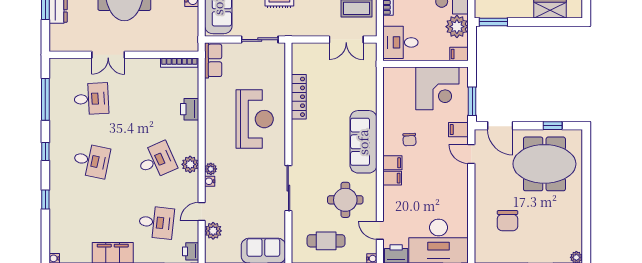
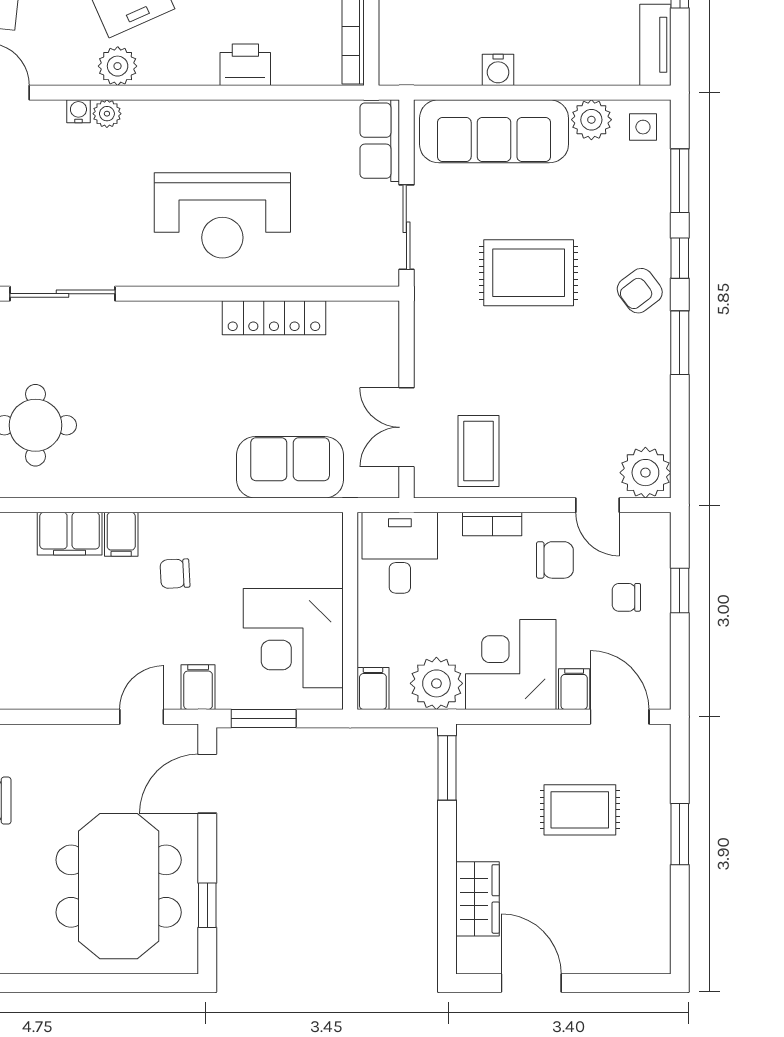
row of seats: (213, 60) -> (380, 141), moved, turned 90
sofa: (363, 142) -> (290, 467), moved, width x0.73
filing cabinet: (392, 178) -> (70, 534), width x2.00

